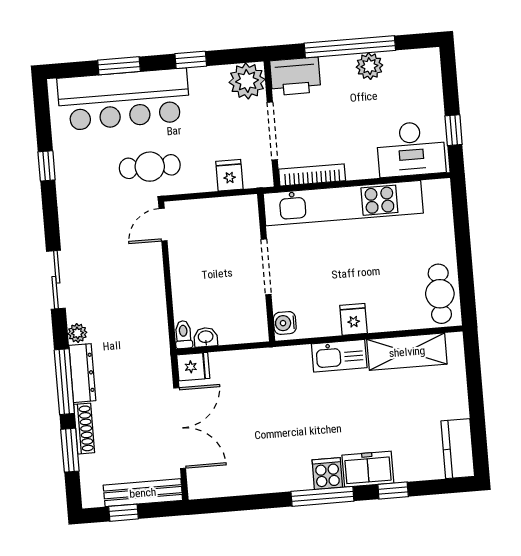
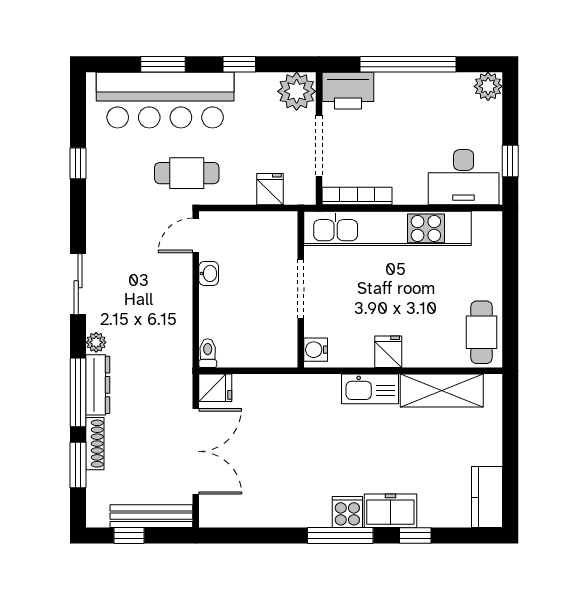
plant: (369, 66) -> (488, 86), moved
washbasin: (206, 337) -> (209, 273), moved, turned 90

